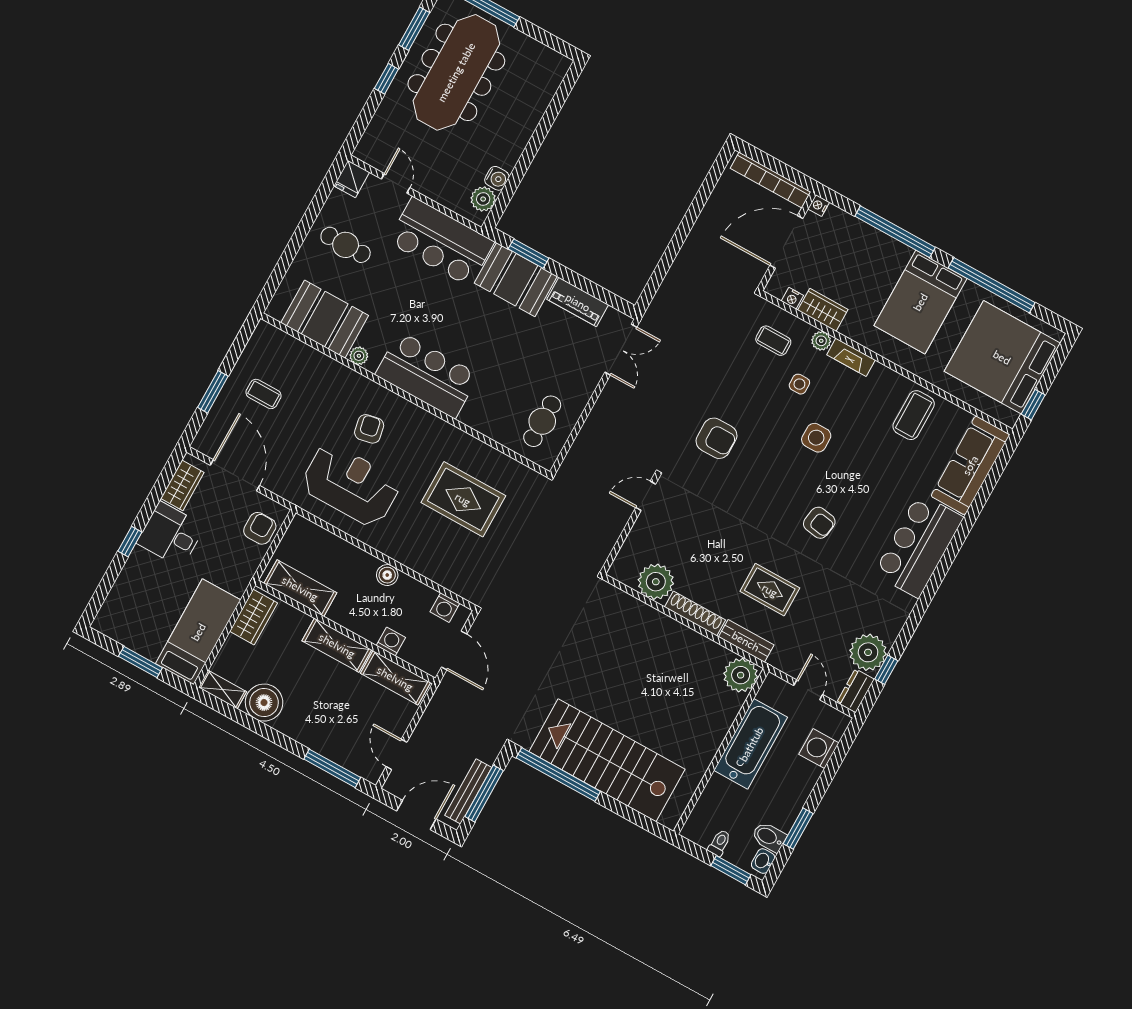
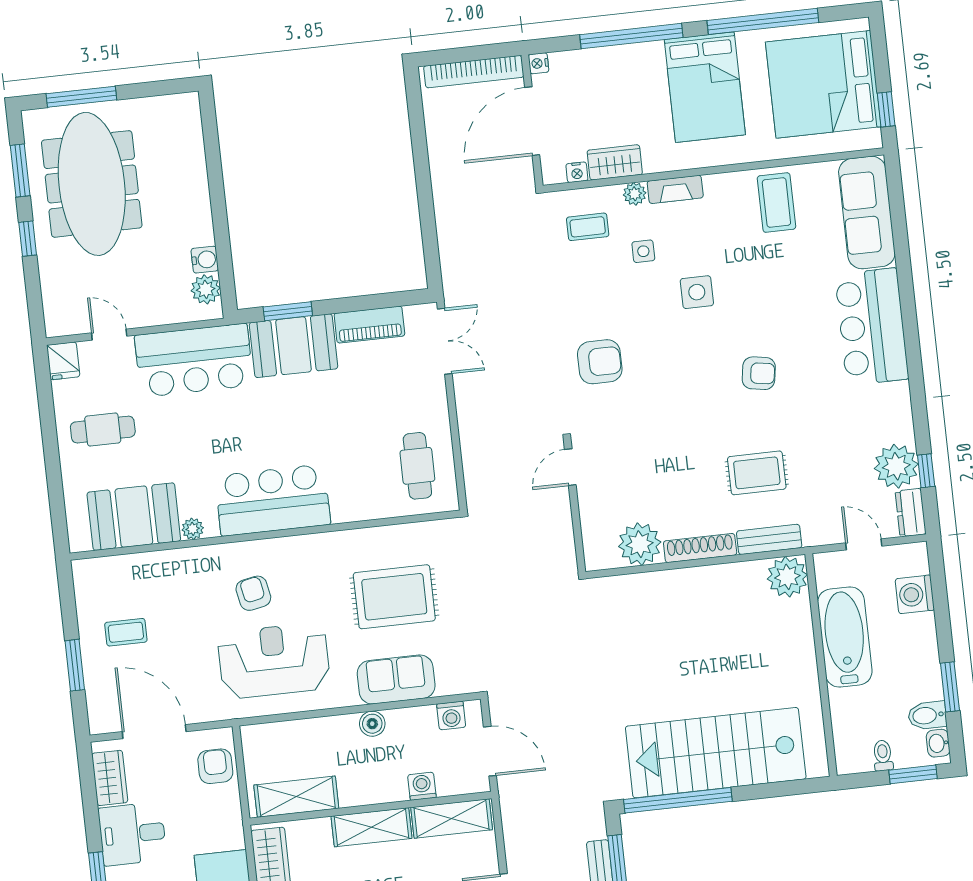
sofa: (425, 556) -> (396, 680), added

